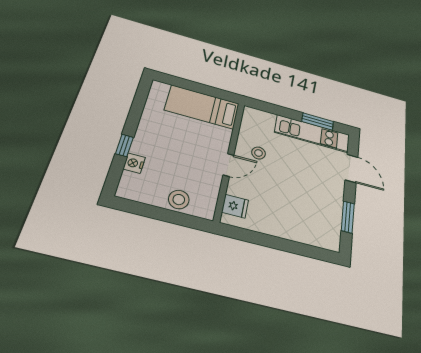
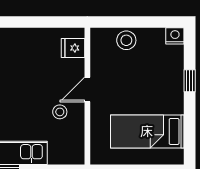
bed: (202, 107) -> (147, 131), moved, turned 180
nightstand: (134, 163) -> (175, 36), moved, turned -90

